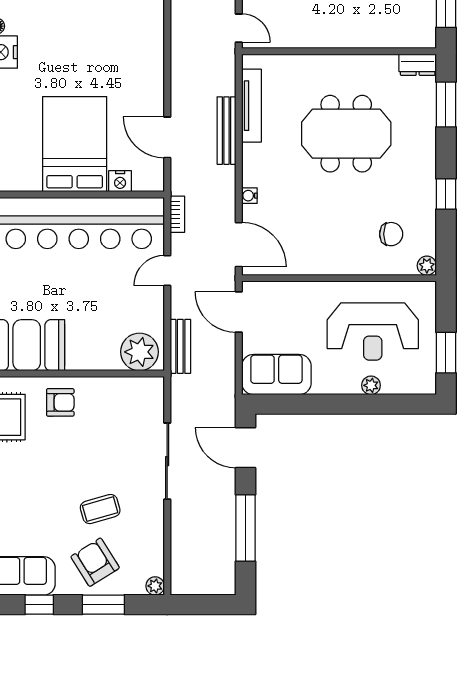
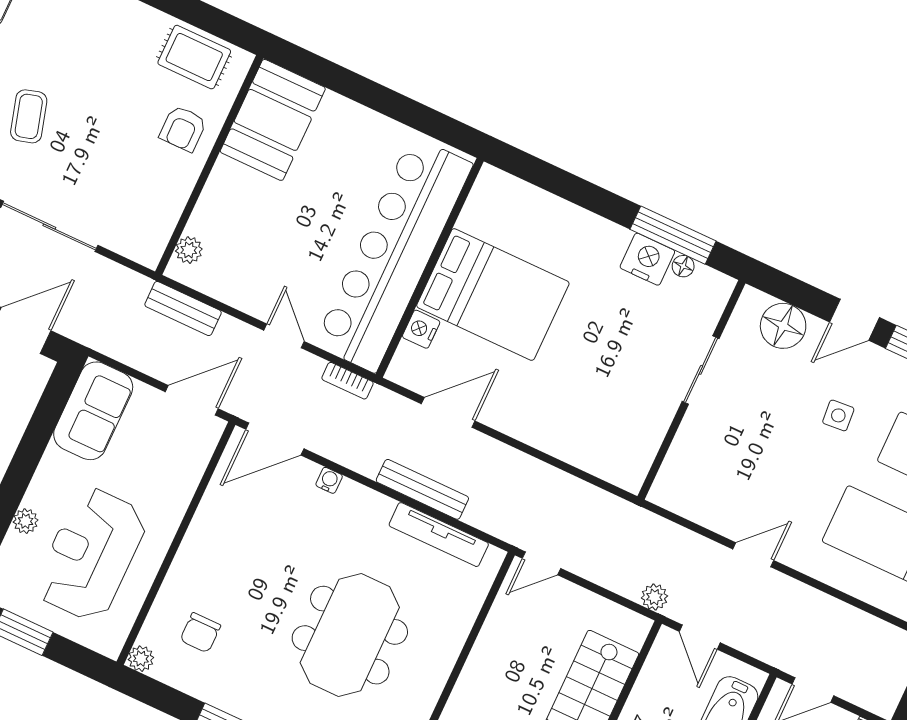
plant: (140, 352) -> (189, 250), width x0.53, depth x0.53

